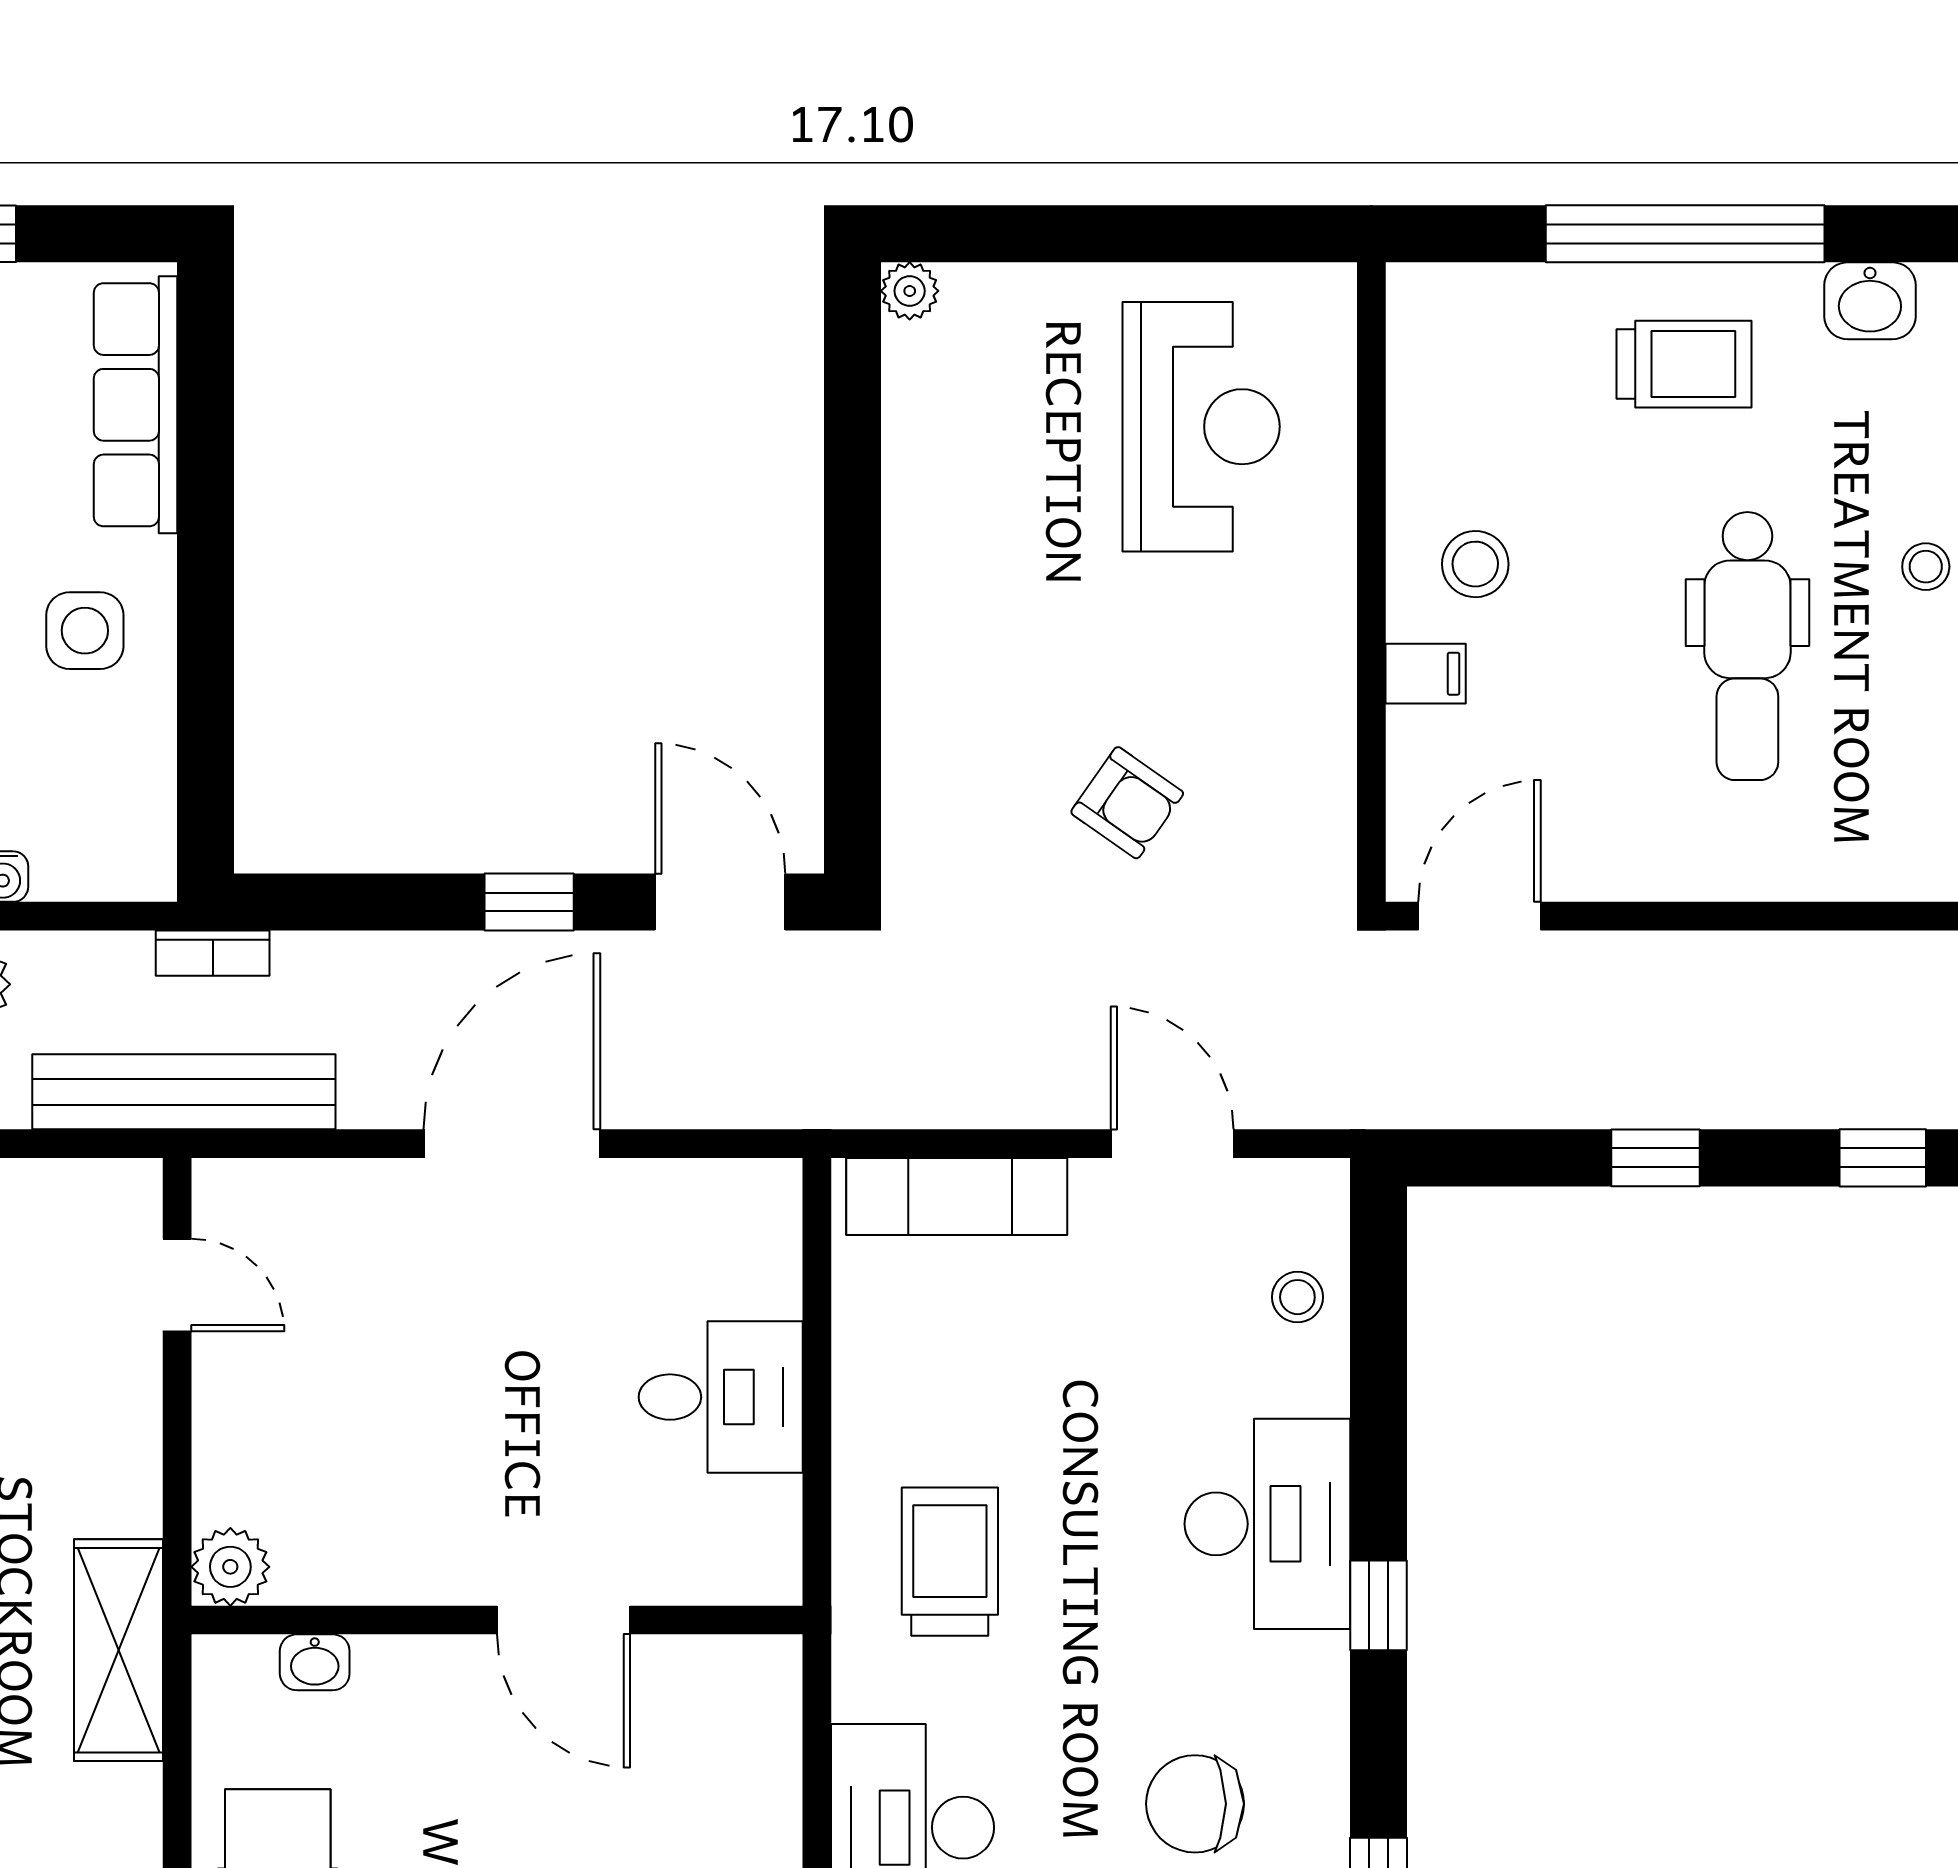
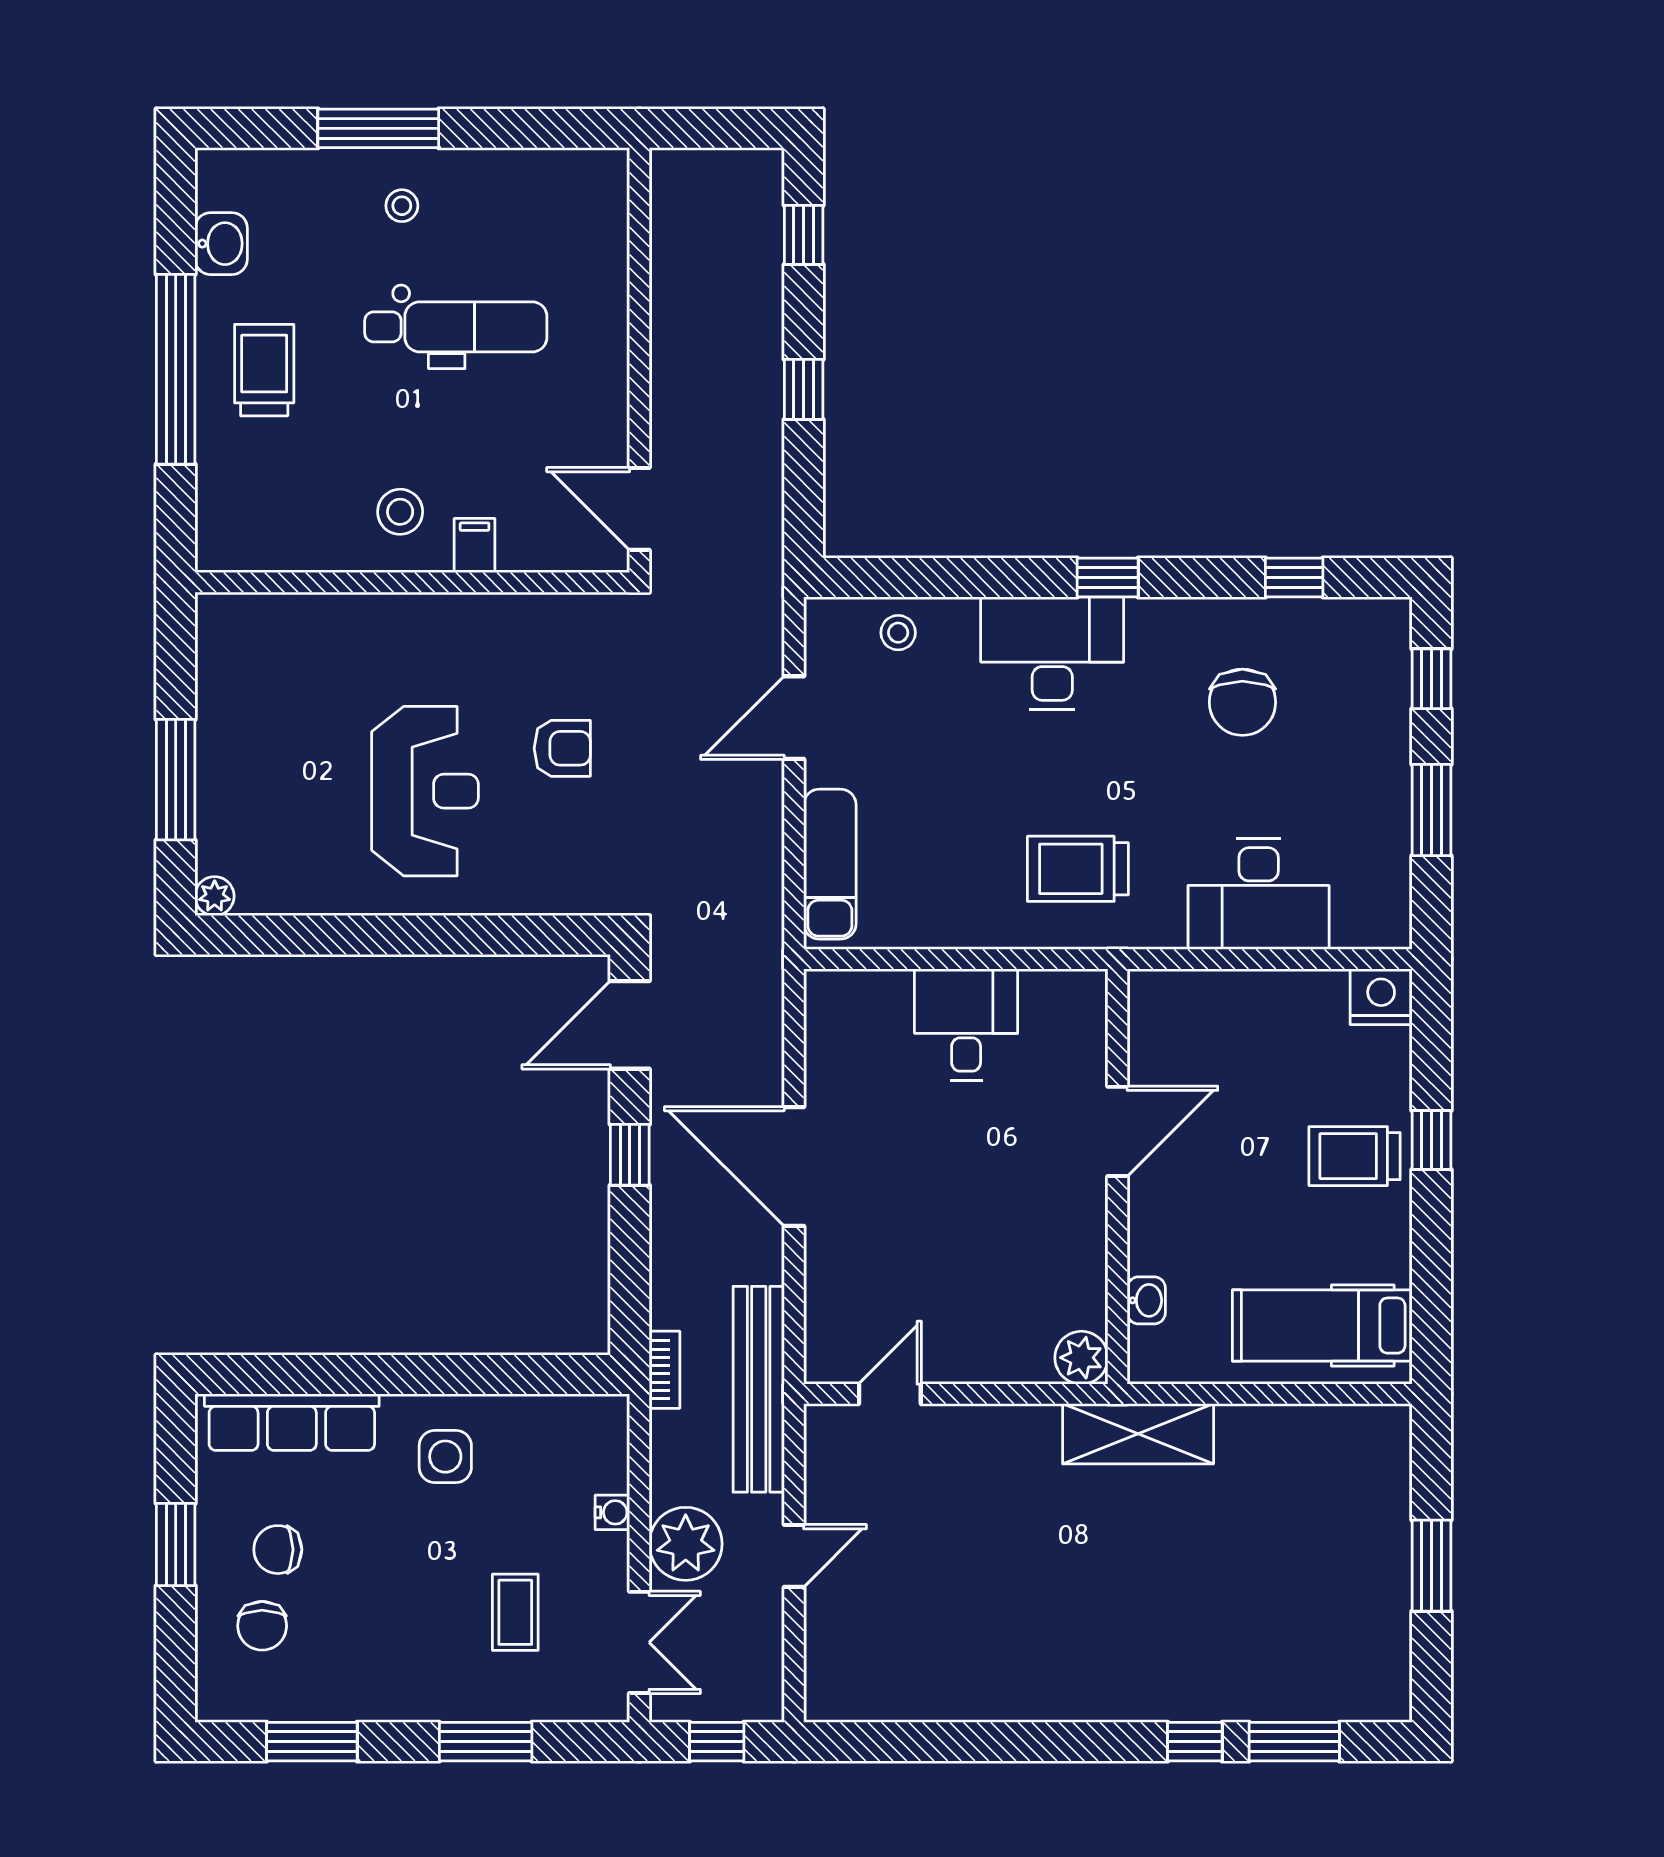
window: (1081, 234) -> (176, 780), added
reception desk: (1201, 427) -> (425, 791), moved, turned 90
armchair: (1127, 803) -> (562, 748), turned 55

